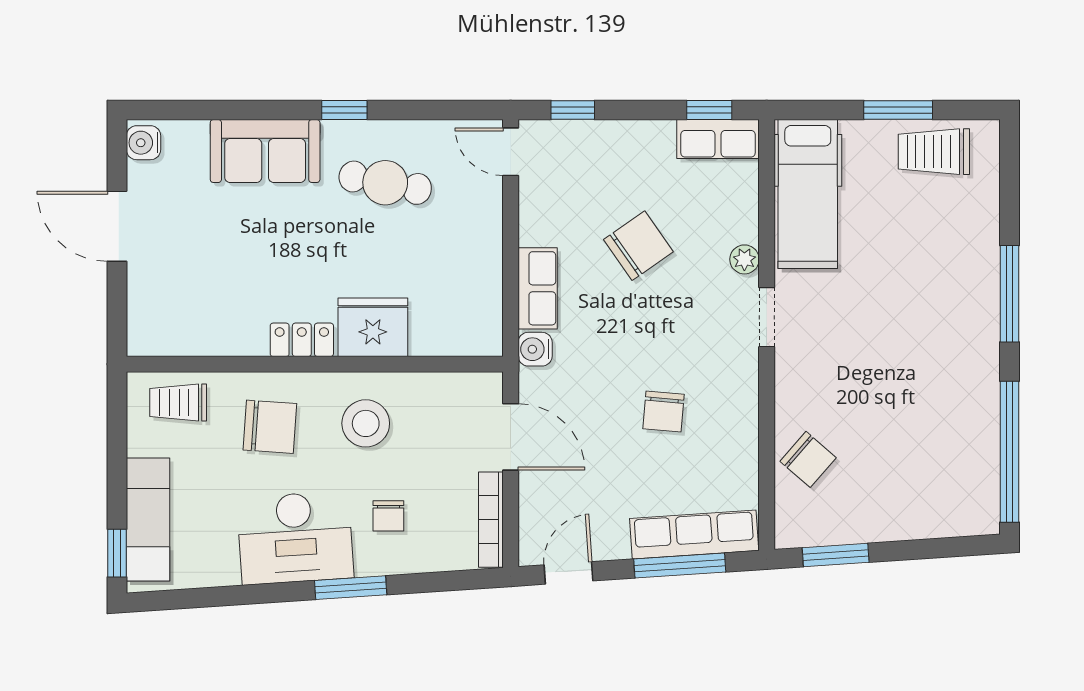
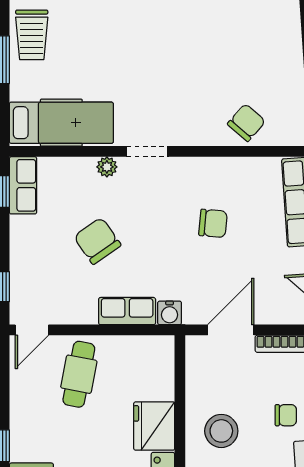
cafe table: (385, 183) -> (79, 374), moved

